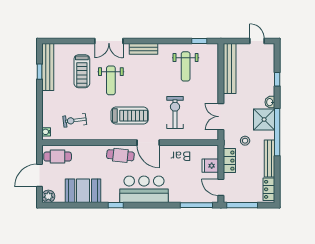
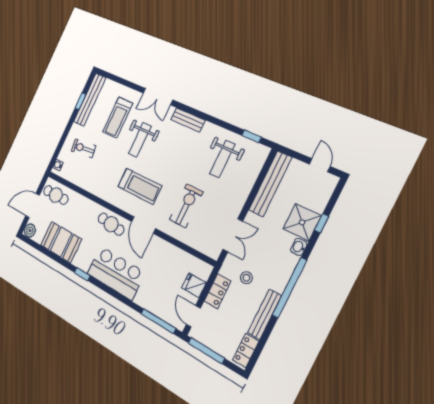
double door: (221, 117) -> (233, 235), swing flipped
exercise bike: (75, 120) -> (83, 148), moved
shower: (264, 120) -> (302, 222), moved

